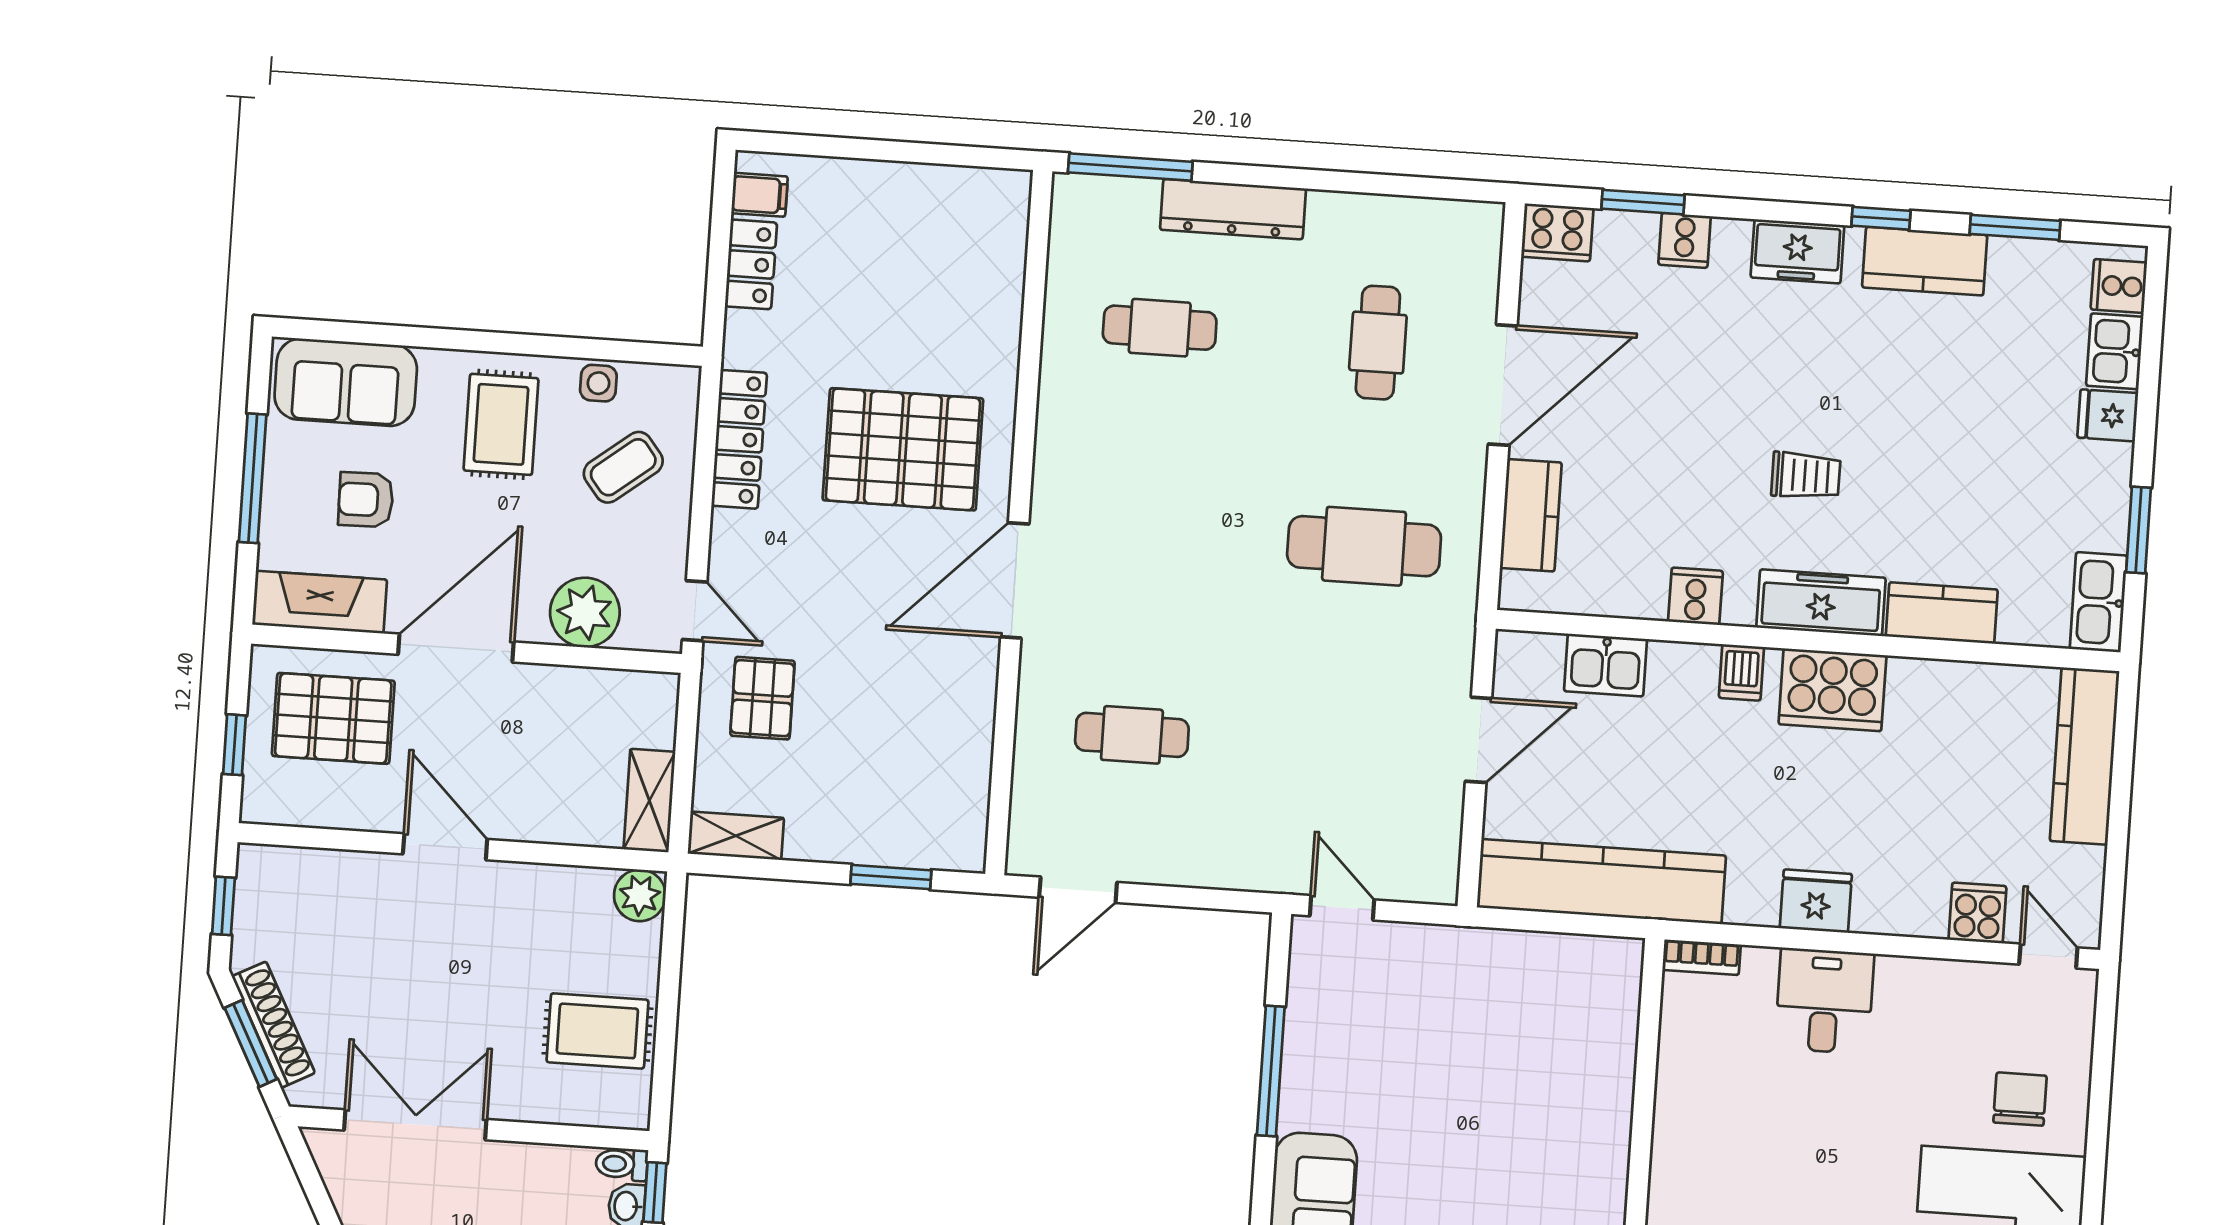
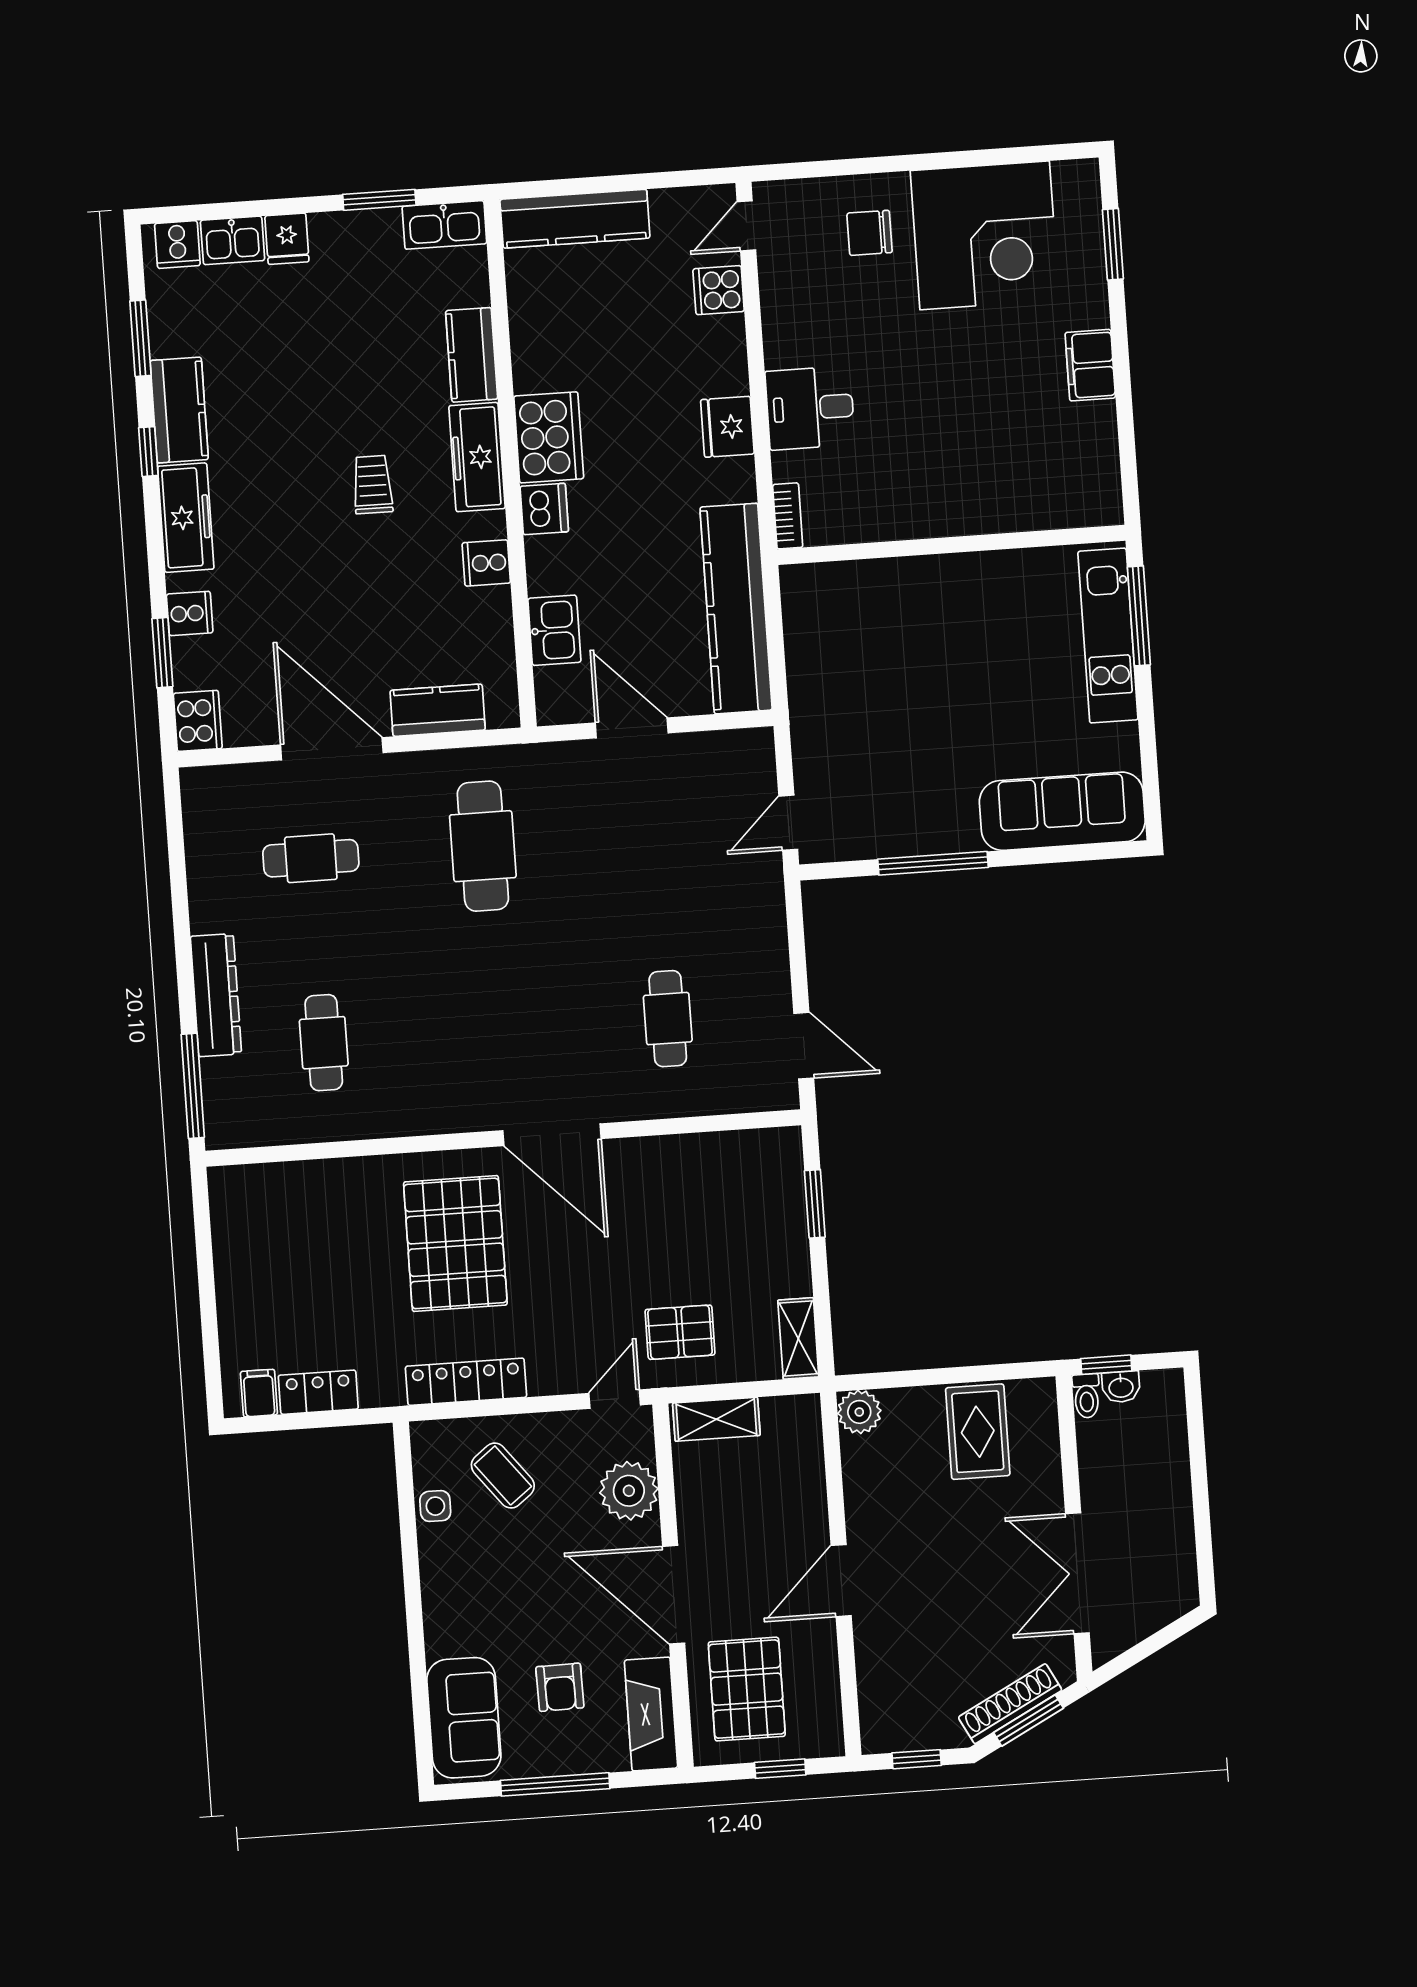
freezer: (1797, 251) -> (186, 518), width x1.40
rug: (501, 424) -> (481, 1583), removed
dishwasher: (1741, 672) -> (544, 509), width x1.38
shelving: (649, 801) -> (716, 1419), moved

